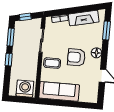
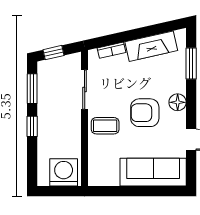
sofa: (59, 91) -> (153, 172), moved

